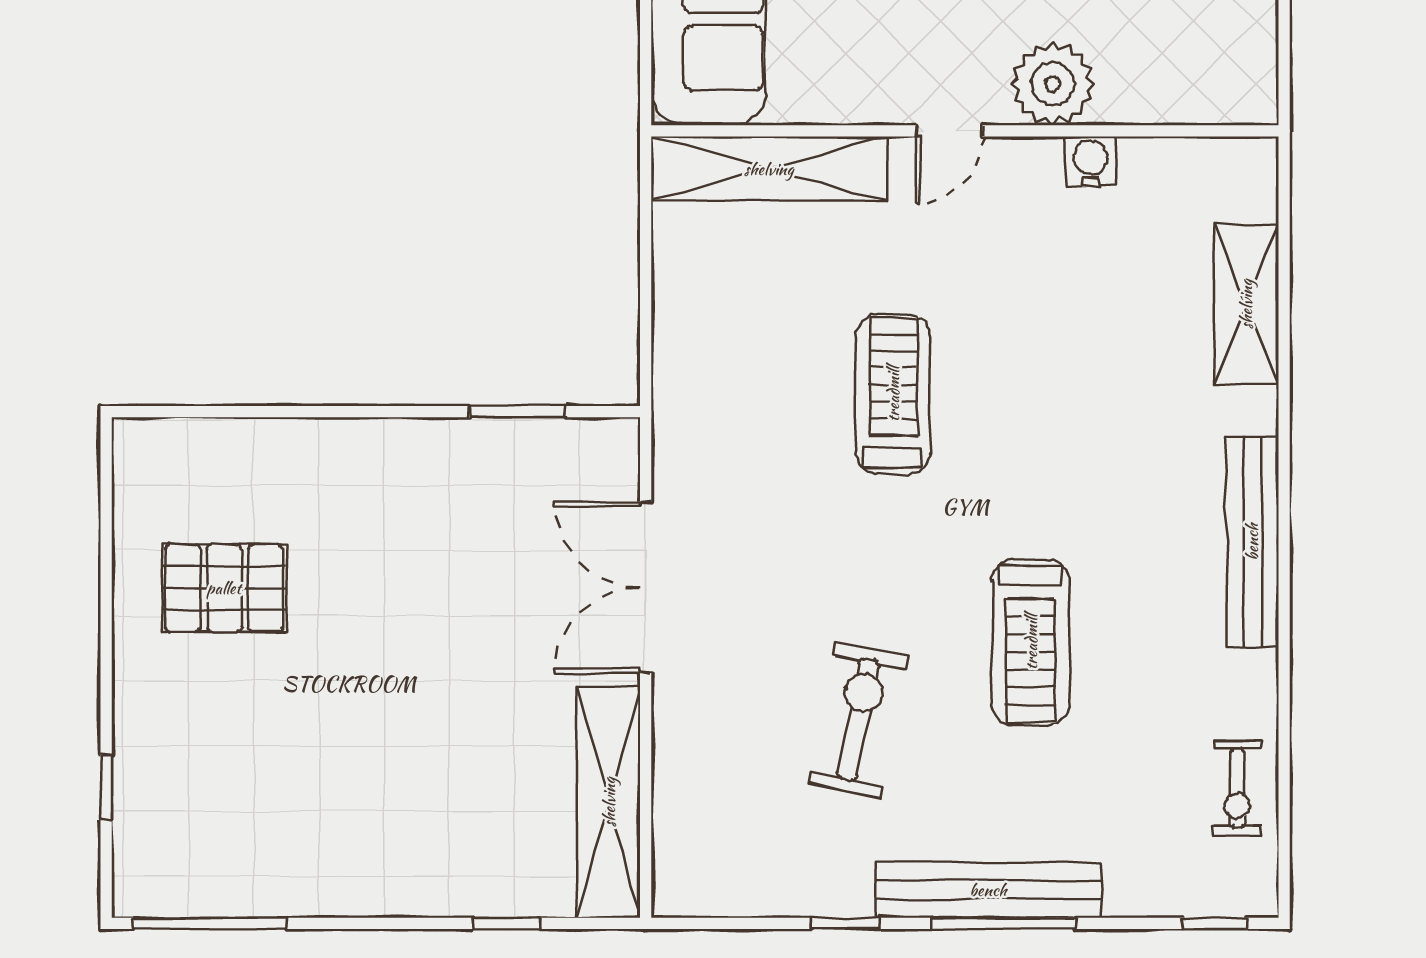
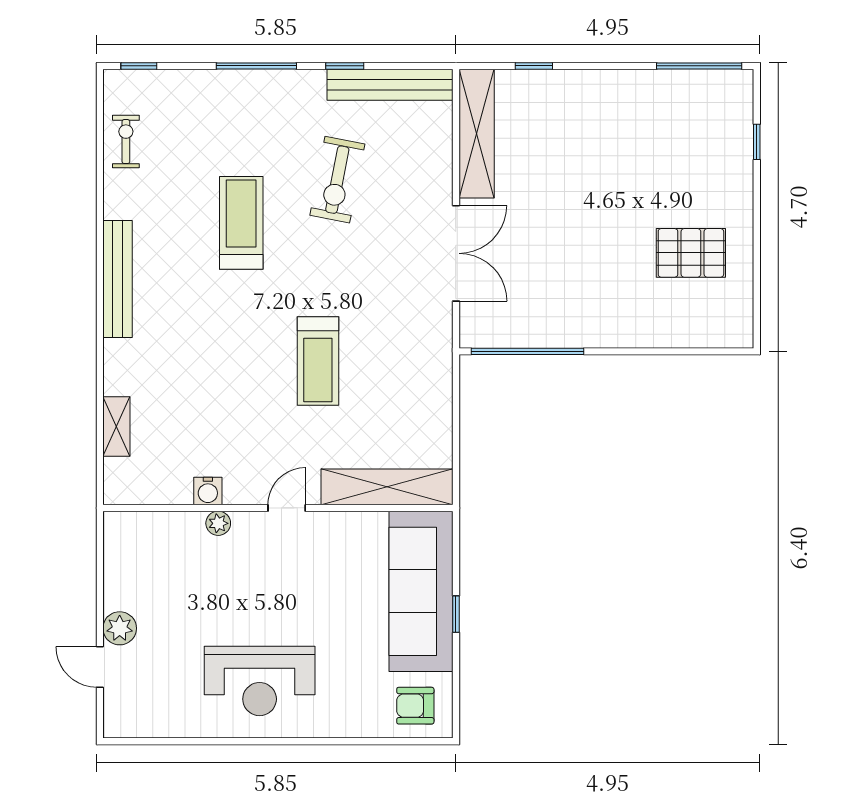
plant: (1053, 84) -> (218, 523), width x0.53, depth x0.53
shelving: (1246, 304) -> (116, 426), width x0.67, depth x0.75
window: (517, 412) -> (527, 351), width x2.11
bench: (988, 890) -> (390, 85), moved

